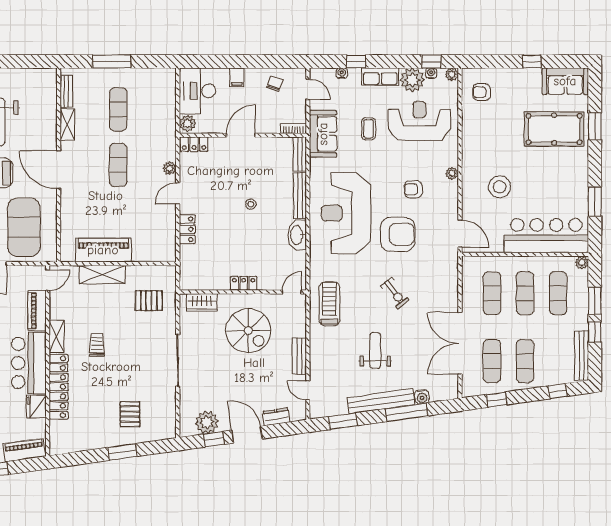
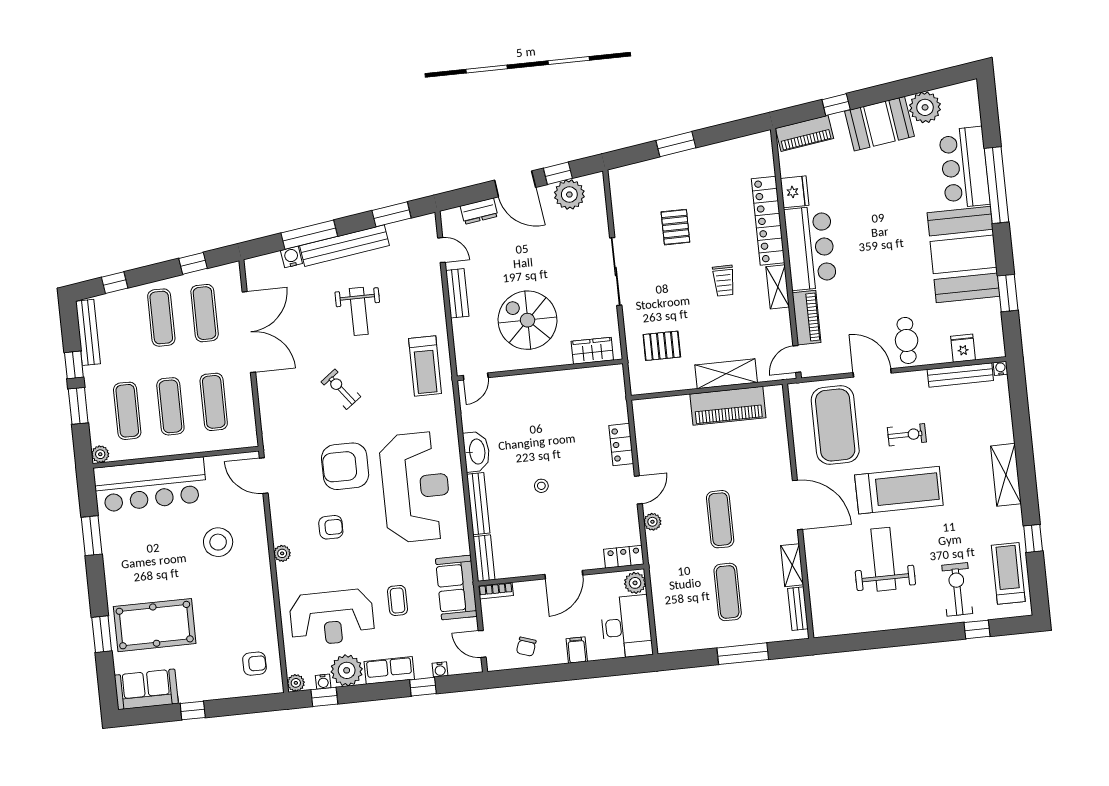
locker: (244, 283) -> (540, 381), removed
pallet: (130, 414) -> (675, 227), moved

